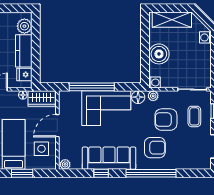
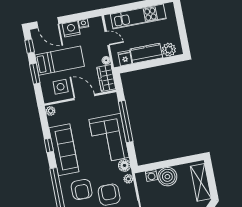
washing machine: (154, 83) -> (151, 176), moved

